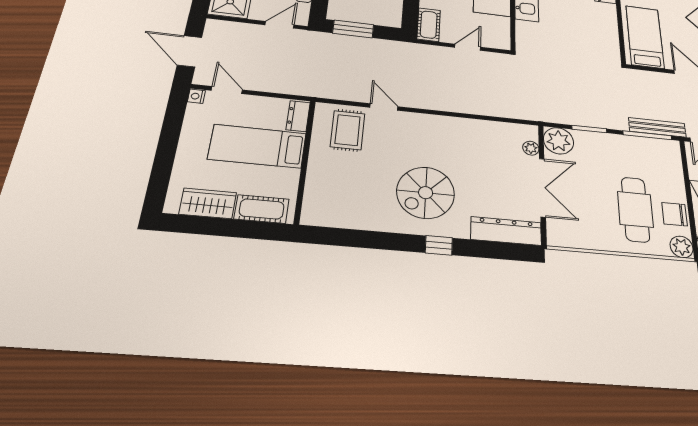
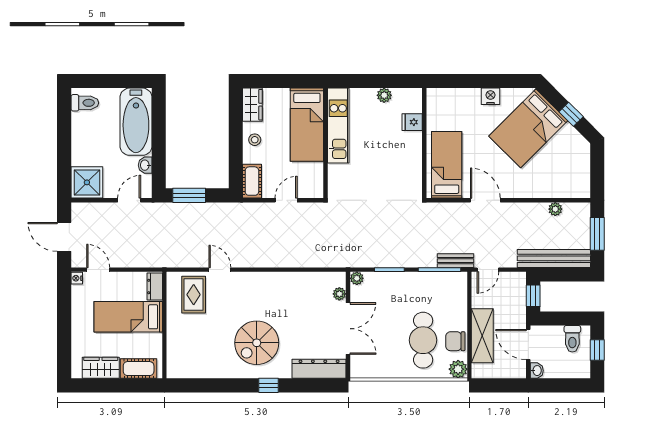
bench: (657, 127) -> (456, 261), width x0.73
plant: (558, 141) -> (357, 278), width x0.53, depth x0.53

